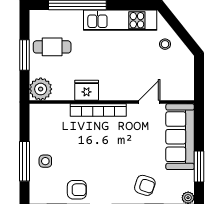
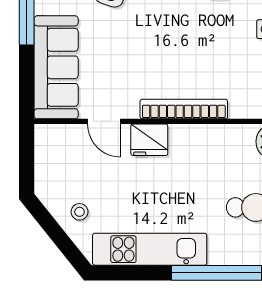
fridge: (87, 90) -> (149, 140), moved
door: (149, 102) -> (104, 121), hinge flipped

